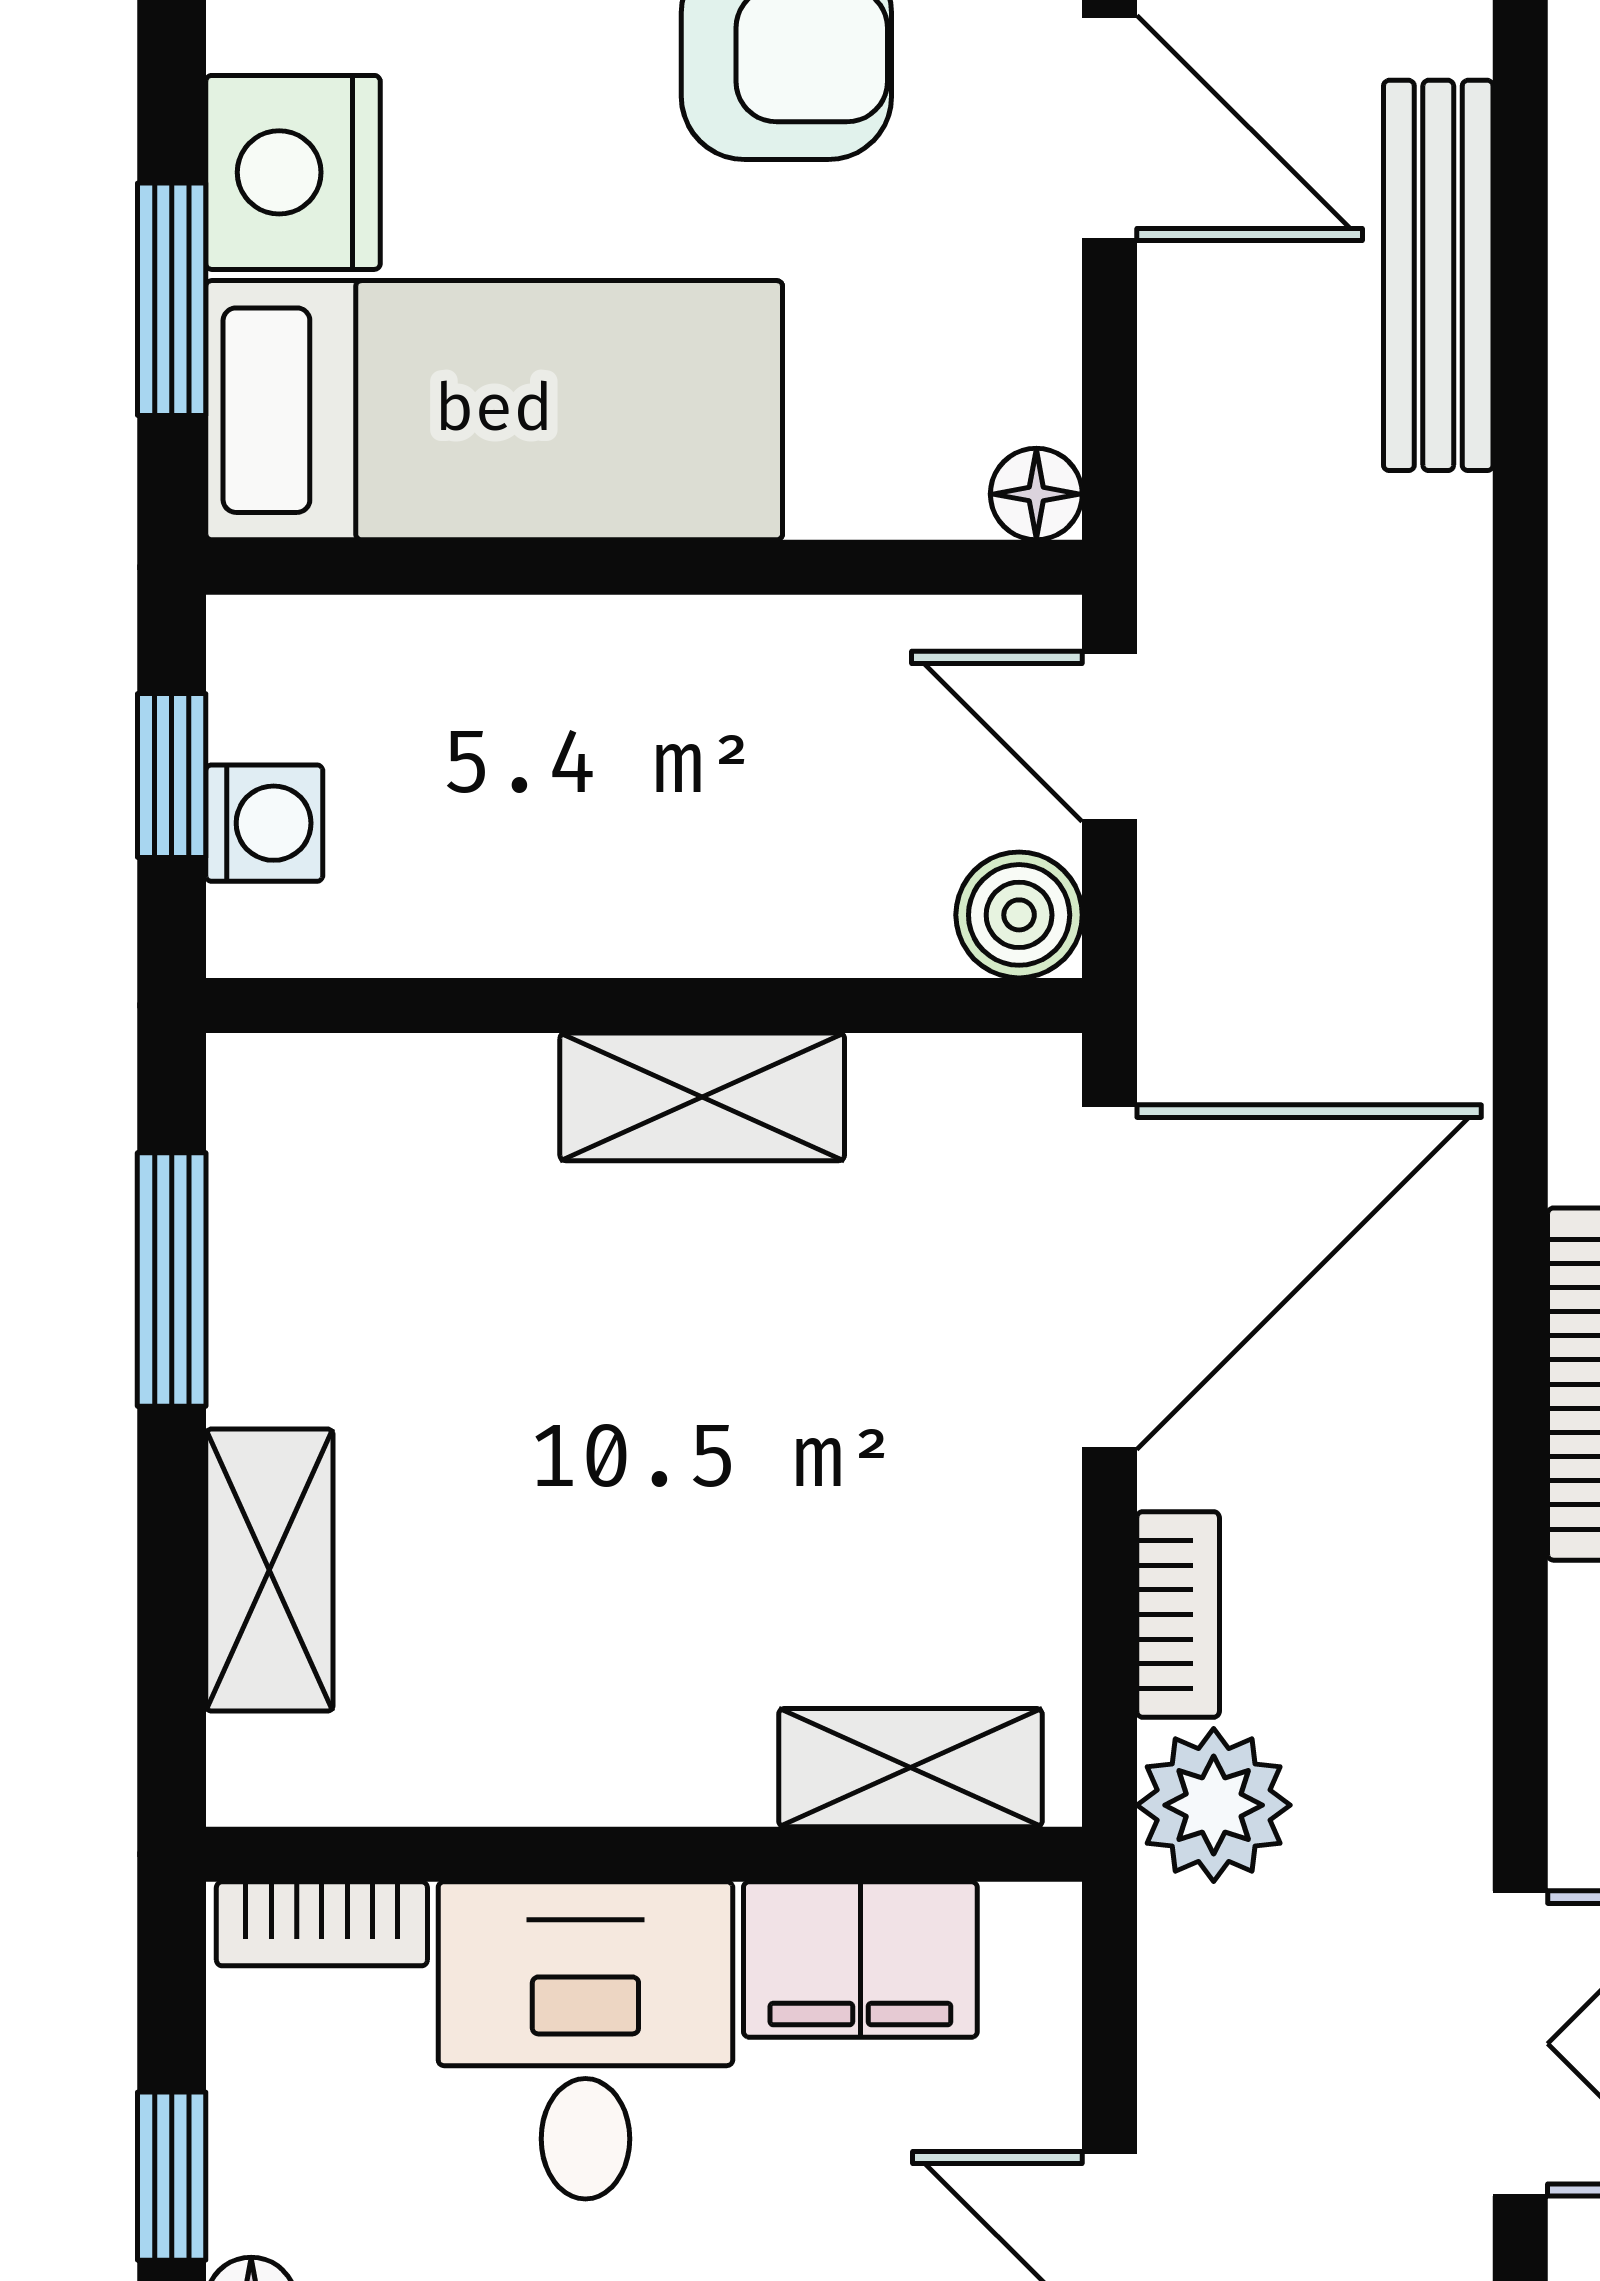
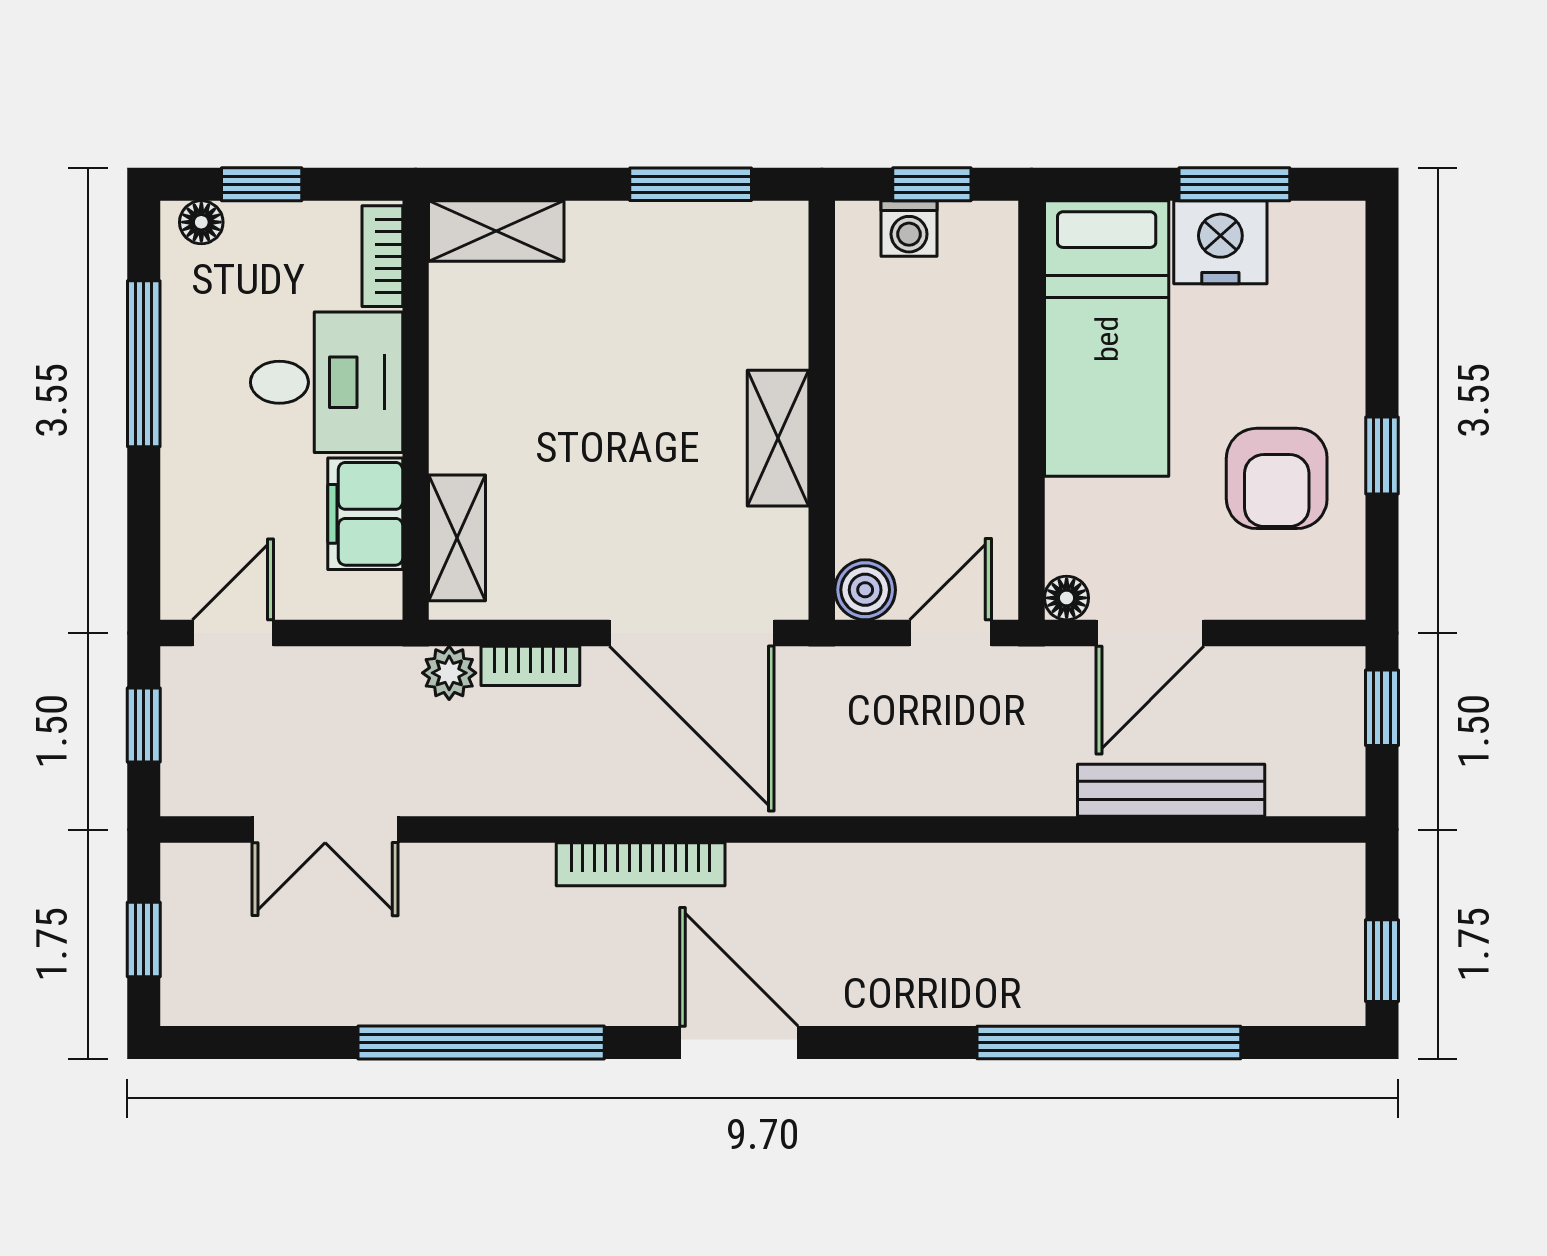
door: (1110, 128) -> (1150, 633), moved
window: (172, 299) -> (1234, 184), moved
shelving: (269, 1570) -> (496, 231), moved
plant: (1214, 1805) -> (449, 673), width x0.73, depth x0.73

